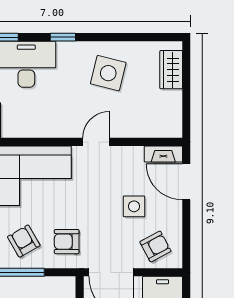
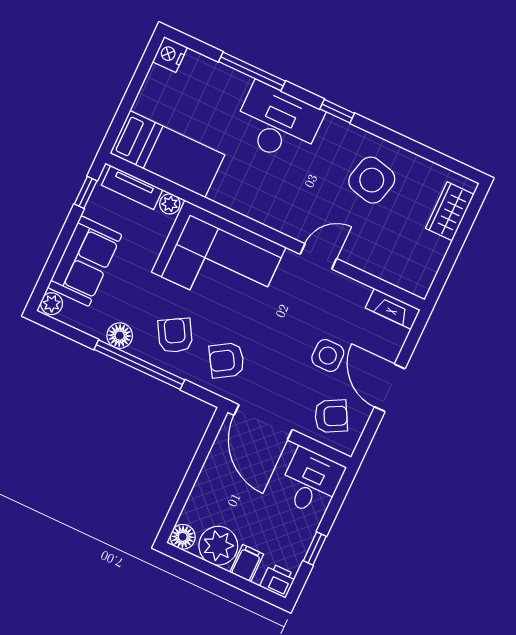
door: (186, 182) -> (390, 388), moved
armchair: (67, 242) -> (227, 360), turned -32

